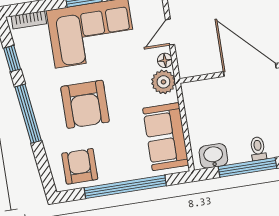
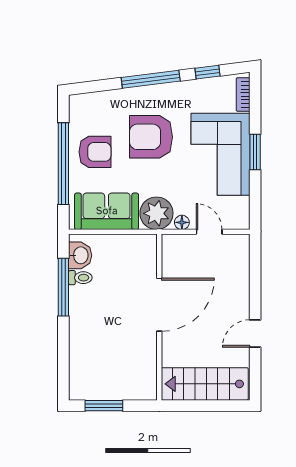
plant: (163, 82) -> (156, 213), width x1.36, depth x1.36
toilet: (258, 149) -> (80, 278), moved
armchair: (80, 166) -> (95, 152), moved

